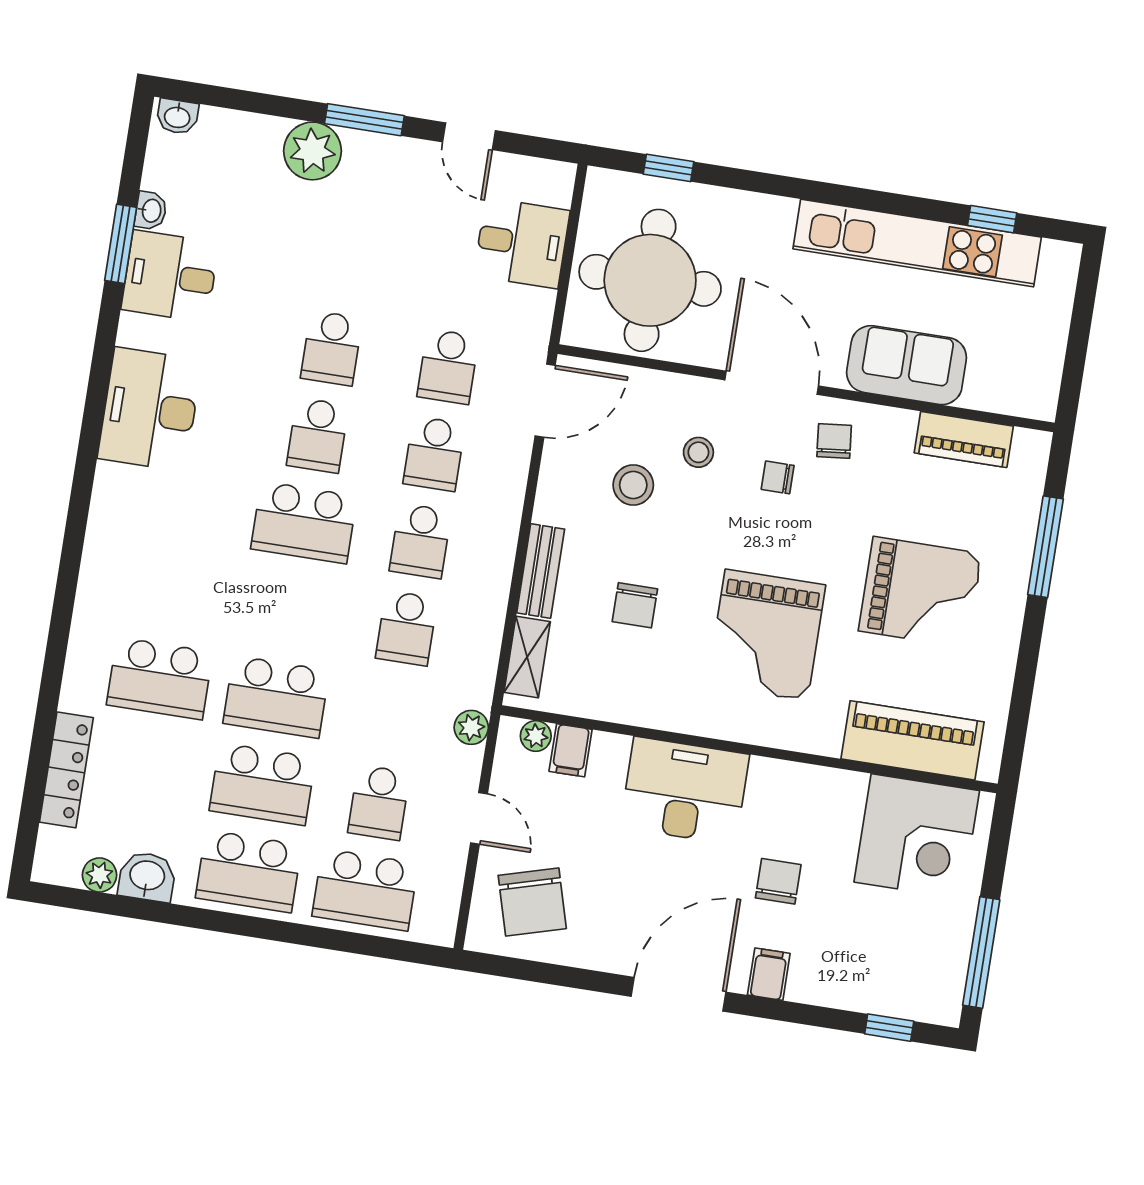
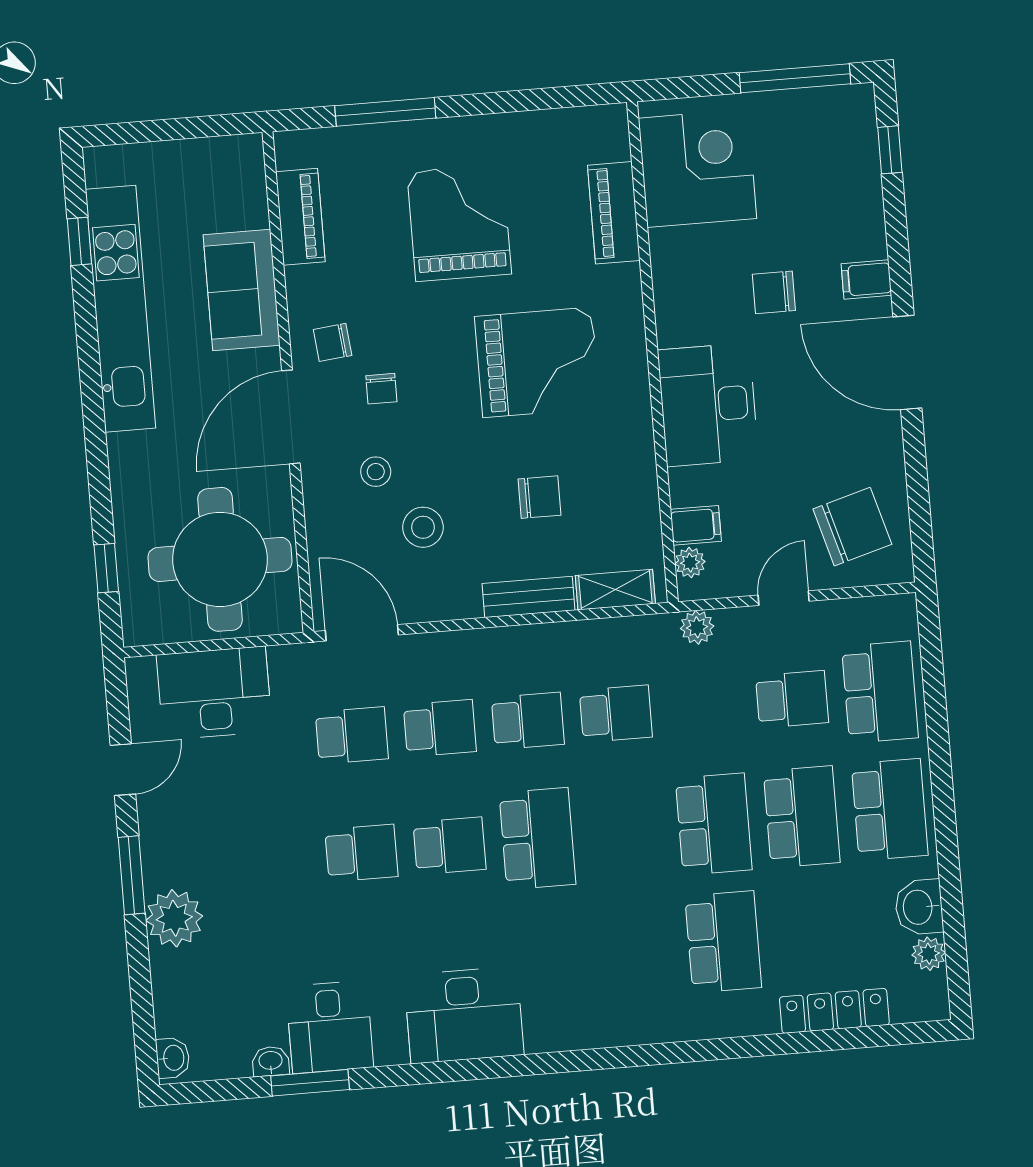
desk: (522, 243) -> (214, 693), width x1.37
piano: (912, 740) -> (614, 213), width x0.73, depth x0.75

